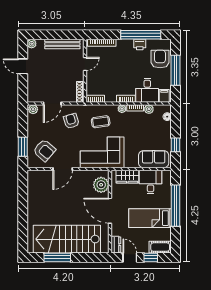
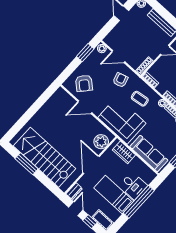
window: (23, 147) -> (85, 53), moved
sofa: (154, 159) -> (149, 153), width x1.36
desk: (151, 182) -> (133, 186), moved, turned 90

